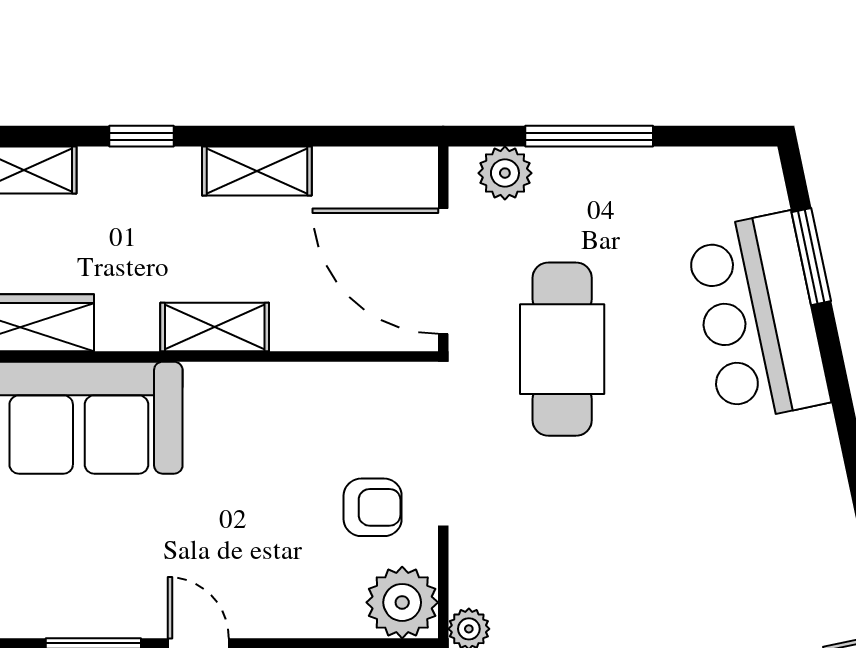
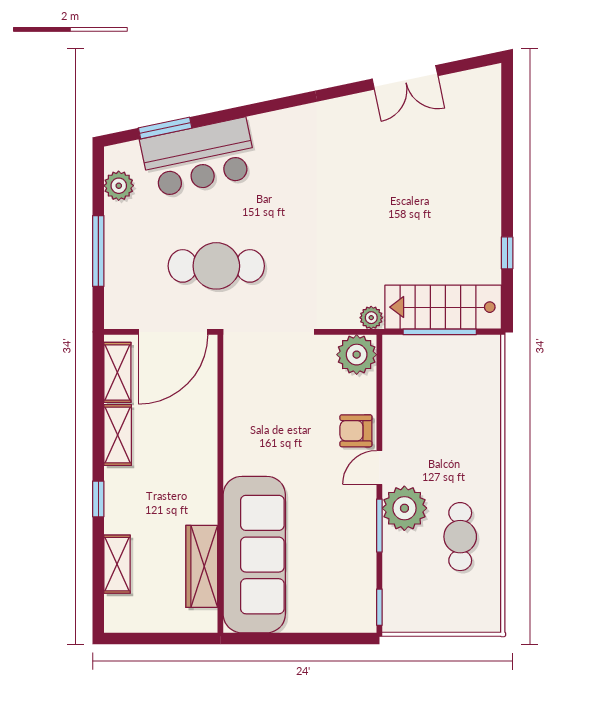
plant: (505, 173) -> (119, 186), moved
shelving: (215, 327) -> (117, 372), moved
armchair: (373, 507) -> (356, 431), moved, turned -90

